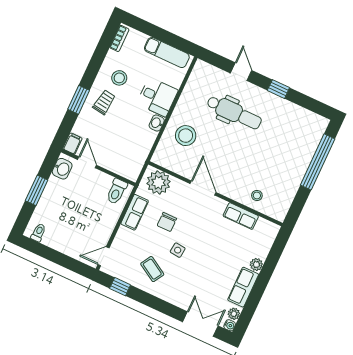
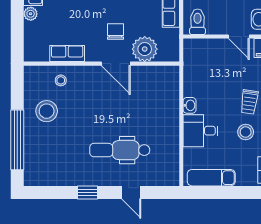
stool: (186, 136) -> (47, 111), moved
plant: (159, 182) -> (145, 49), moved
chair: (167, 222) -> (115, 31), moved

